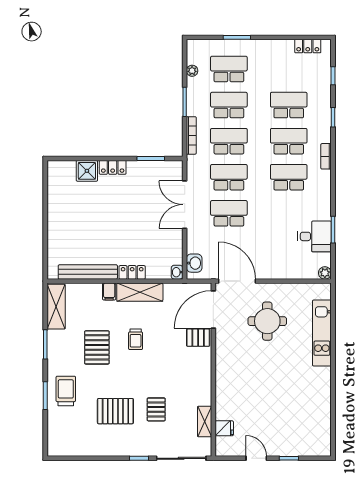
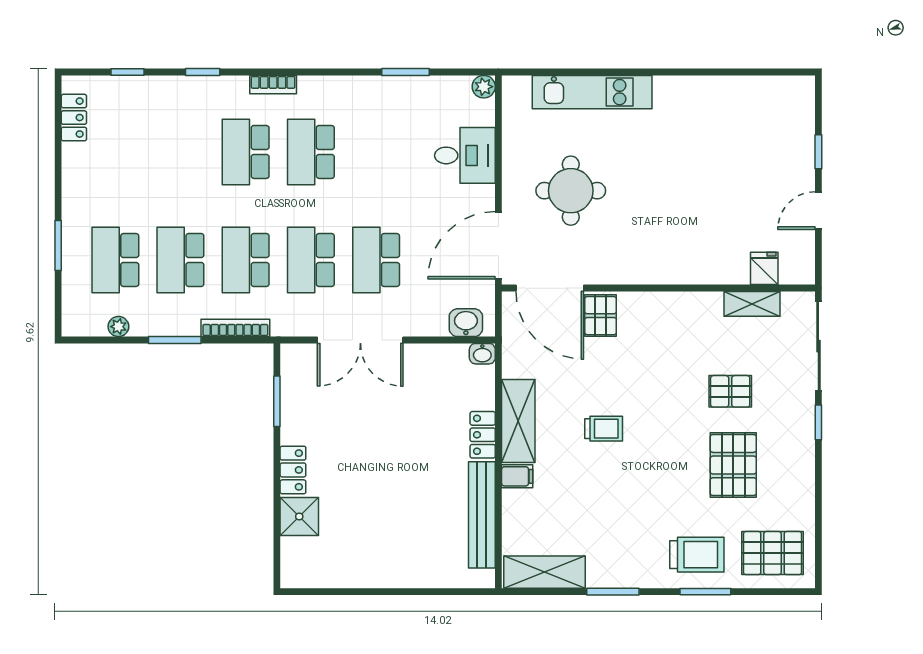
school desk: (289, 105) -> (180, 152), removed
desk: (314, 236) -> (465, 155), moved, turned 90
pallet: (97, 347) -> (773, 553), moved
trolley: (66, 391) -> (697, 555), turned 180

